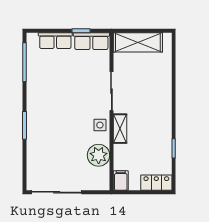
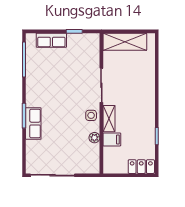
row of seats: (91, 41) -> (33, 124), moved, turned -90
plant: (99, 155) -> (94, 138), width x0.53, depth x0.53
filing cabinet: (121, 180) -> (112, 139), moved, turned 90

